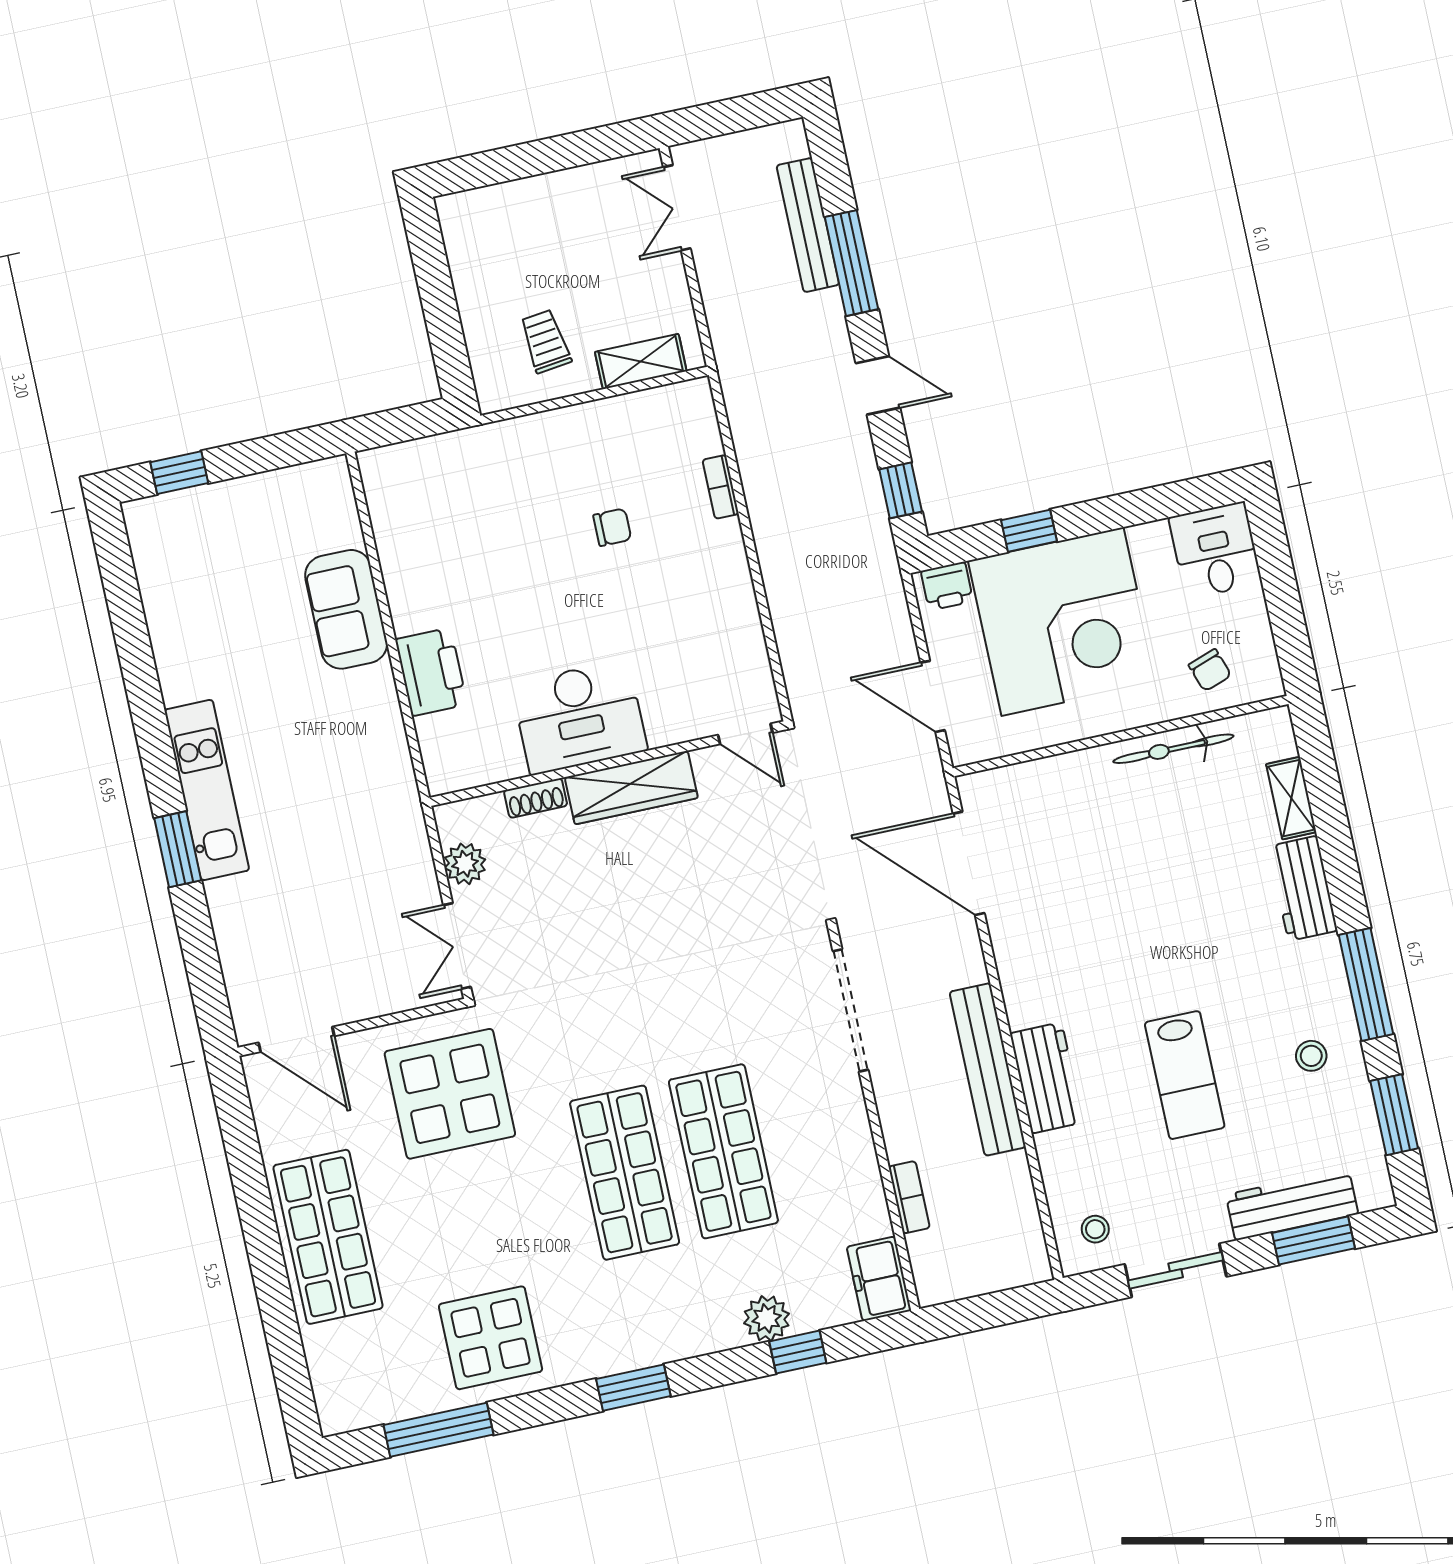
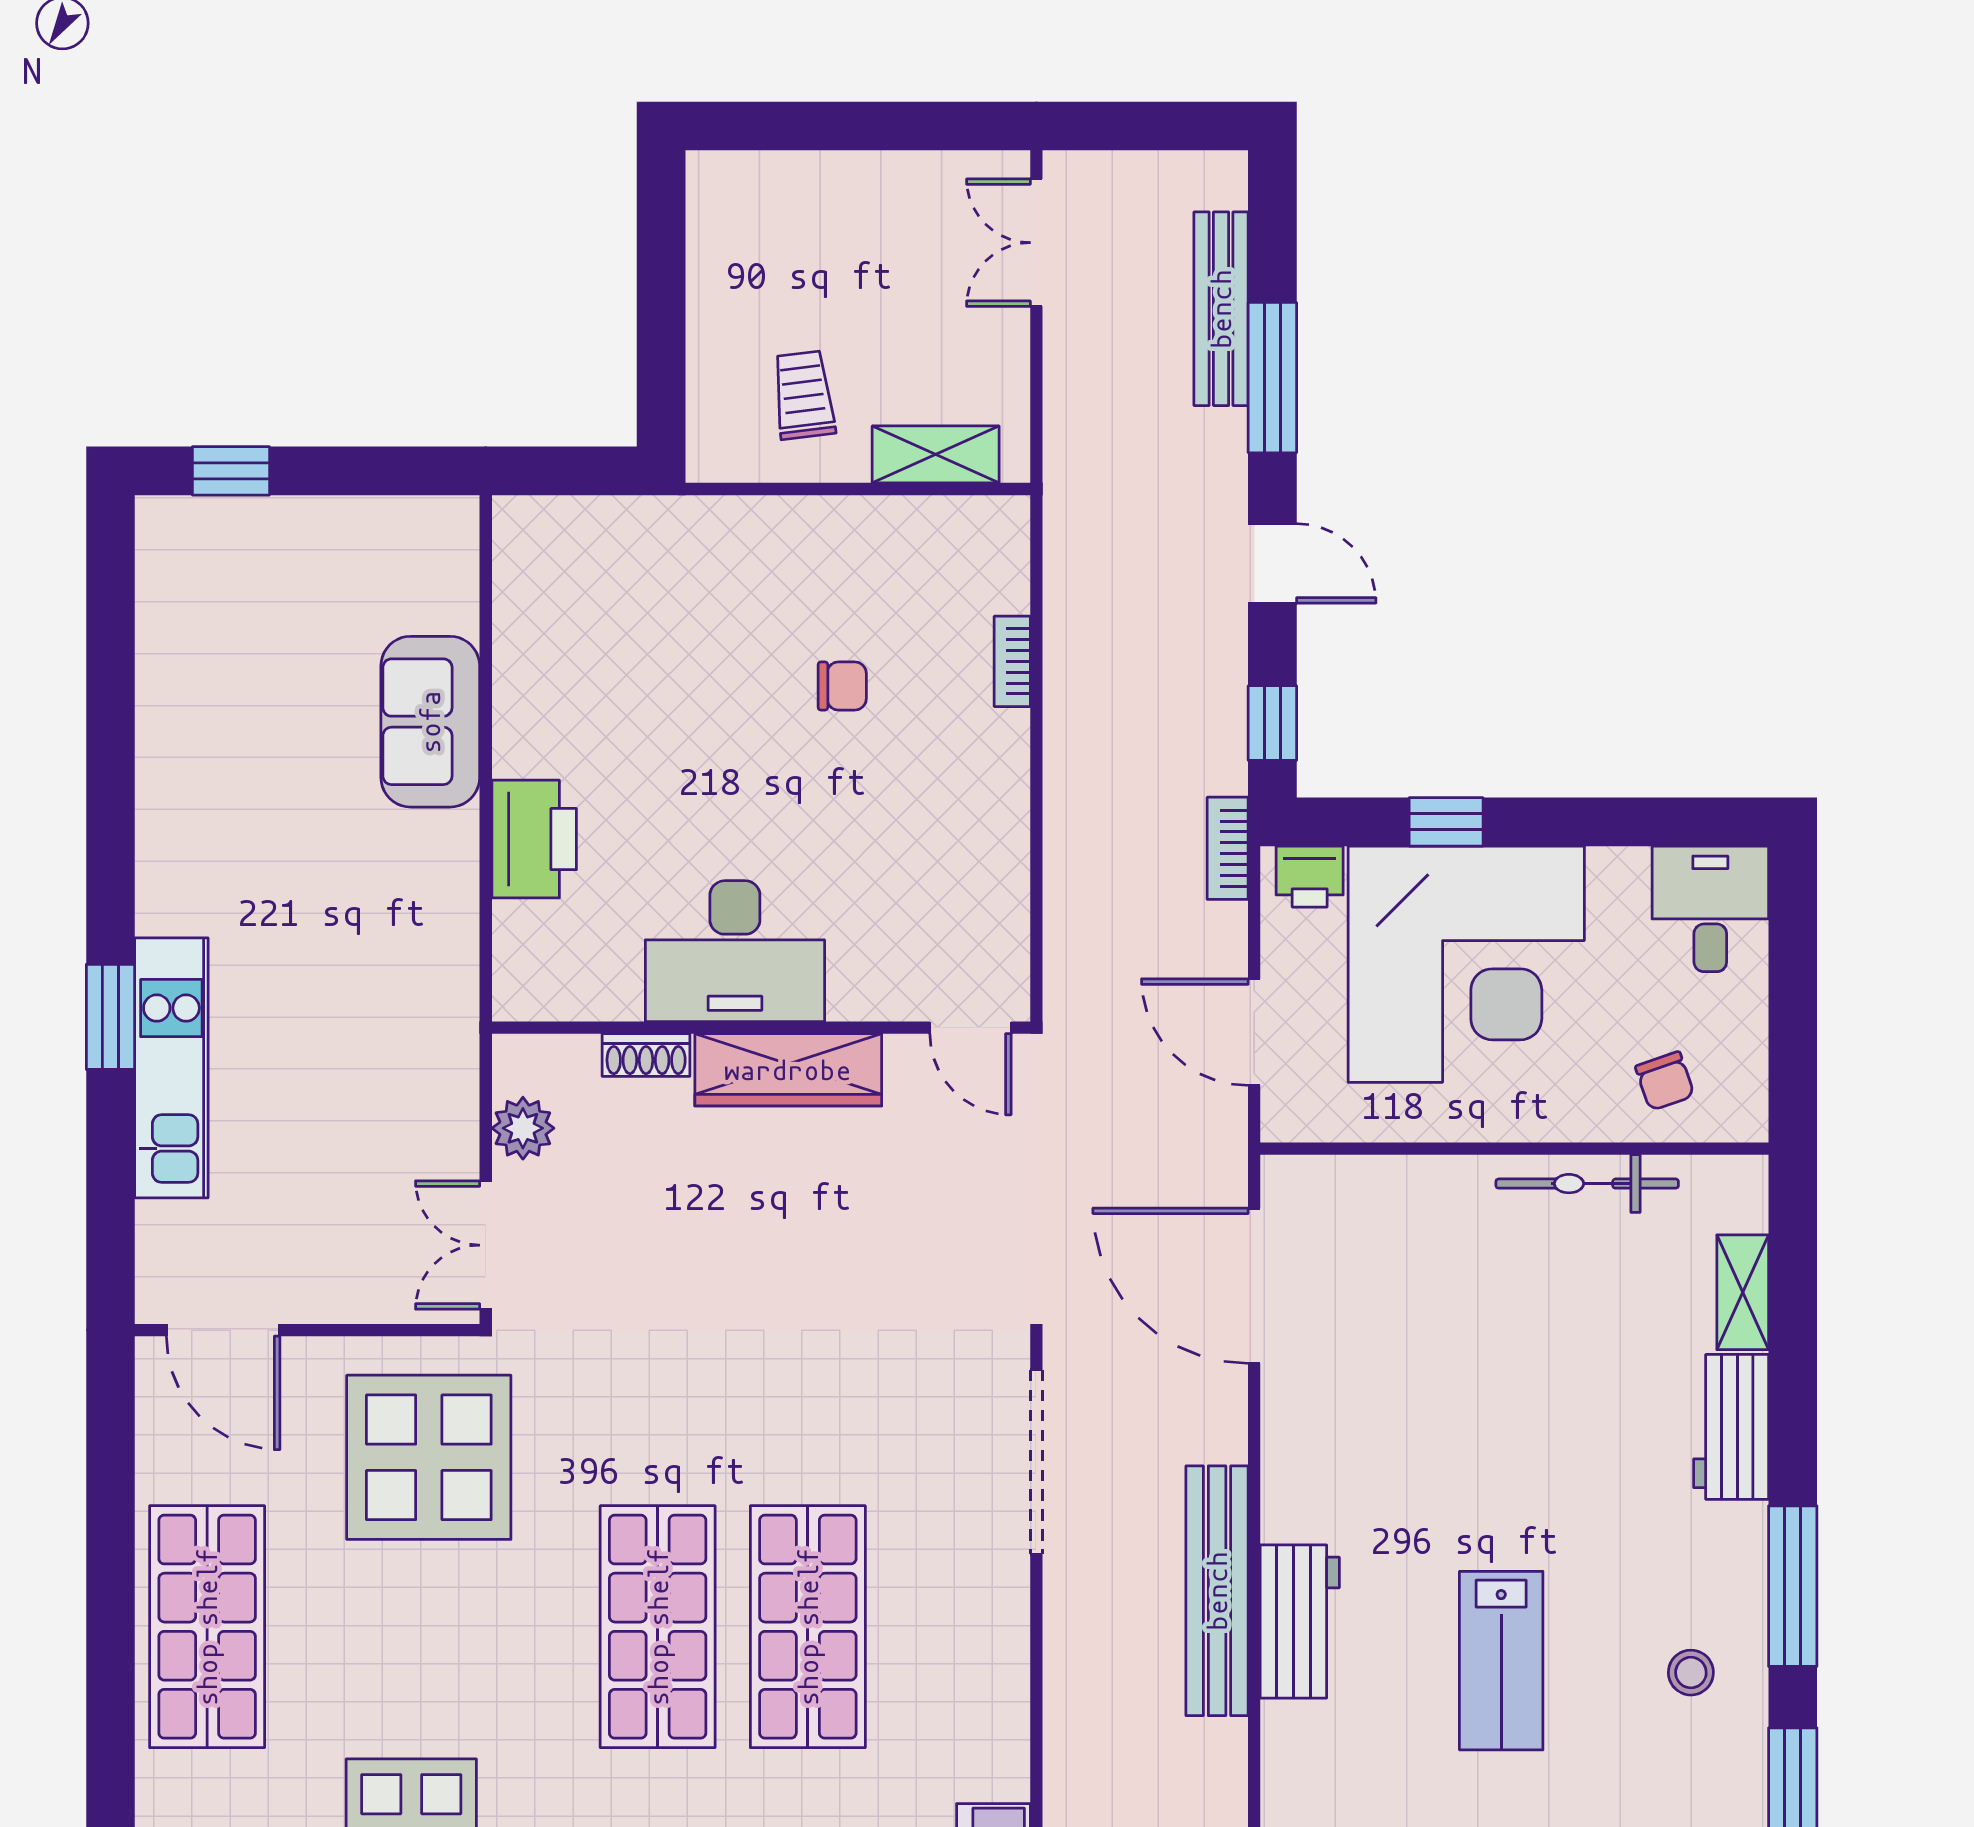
kitchen unit: (207, 790) -> (171, 1068), moved
bookcase: (909, 1197) -> (1228, 848), moved, turned 180

